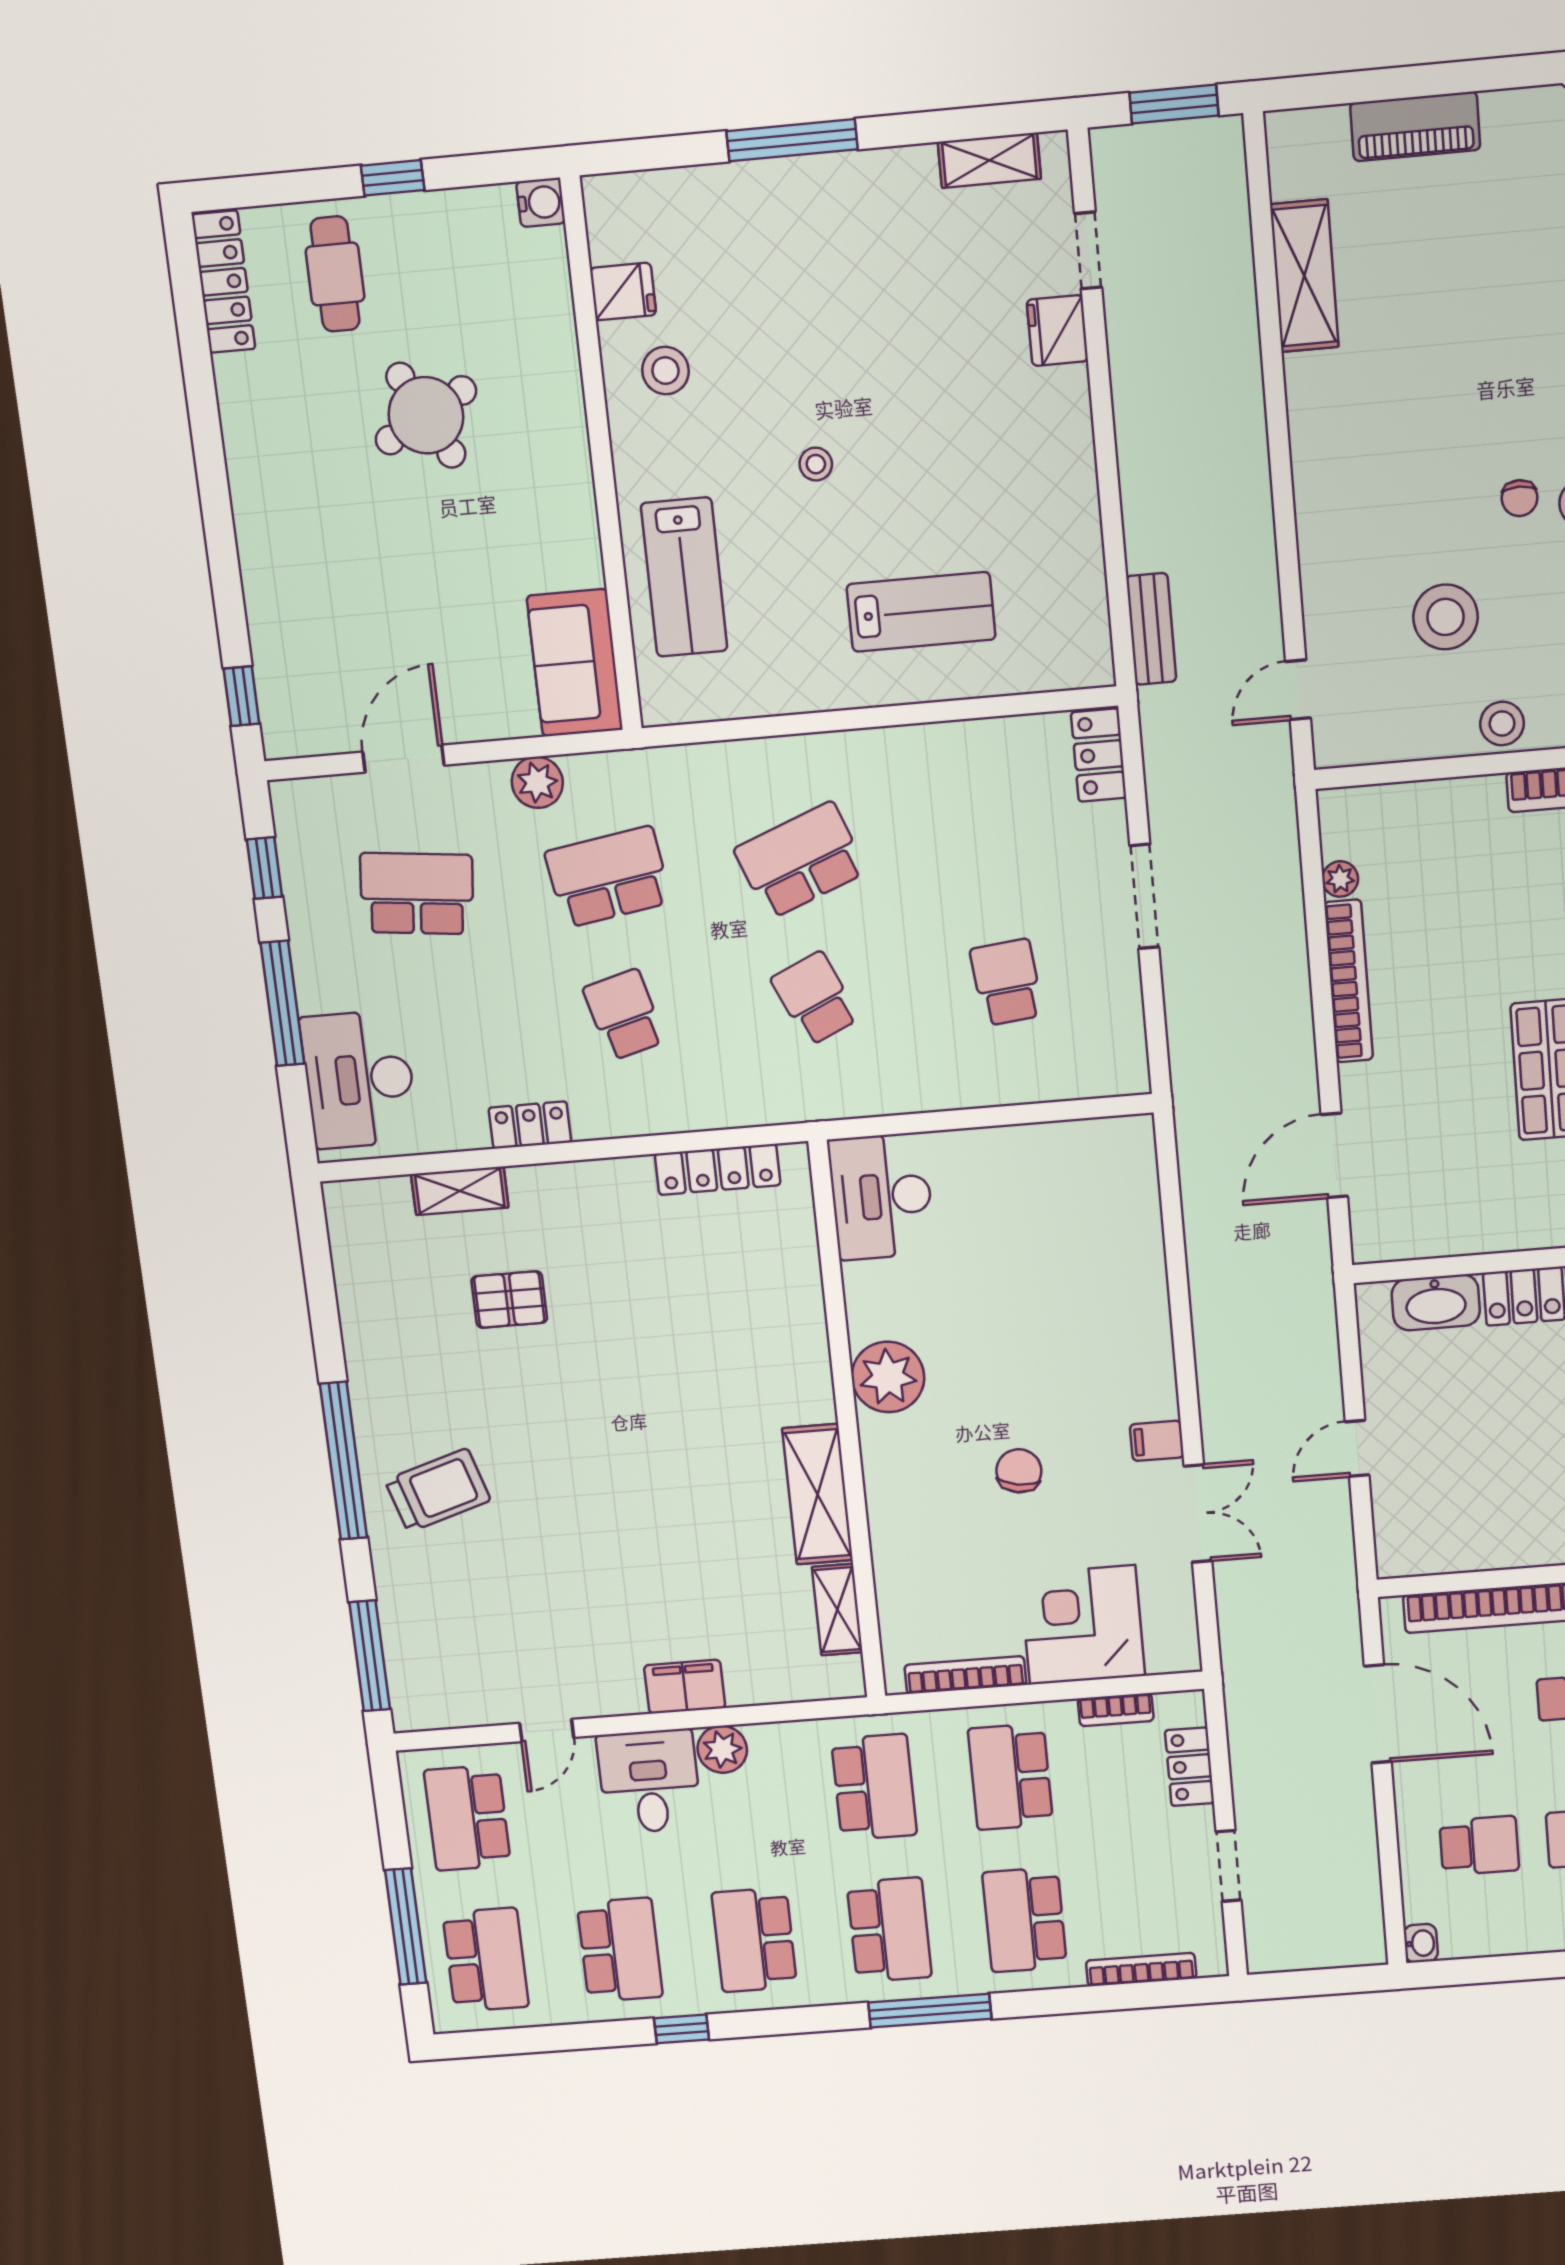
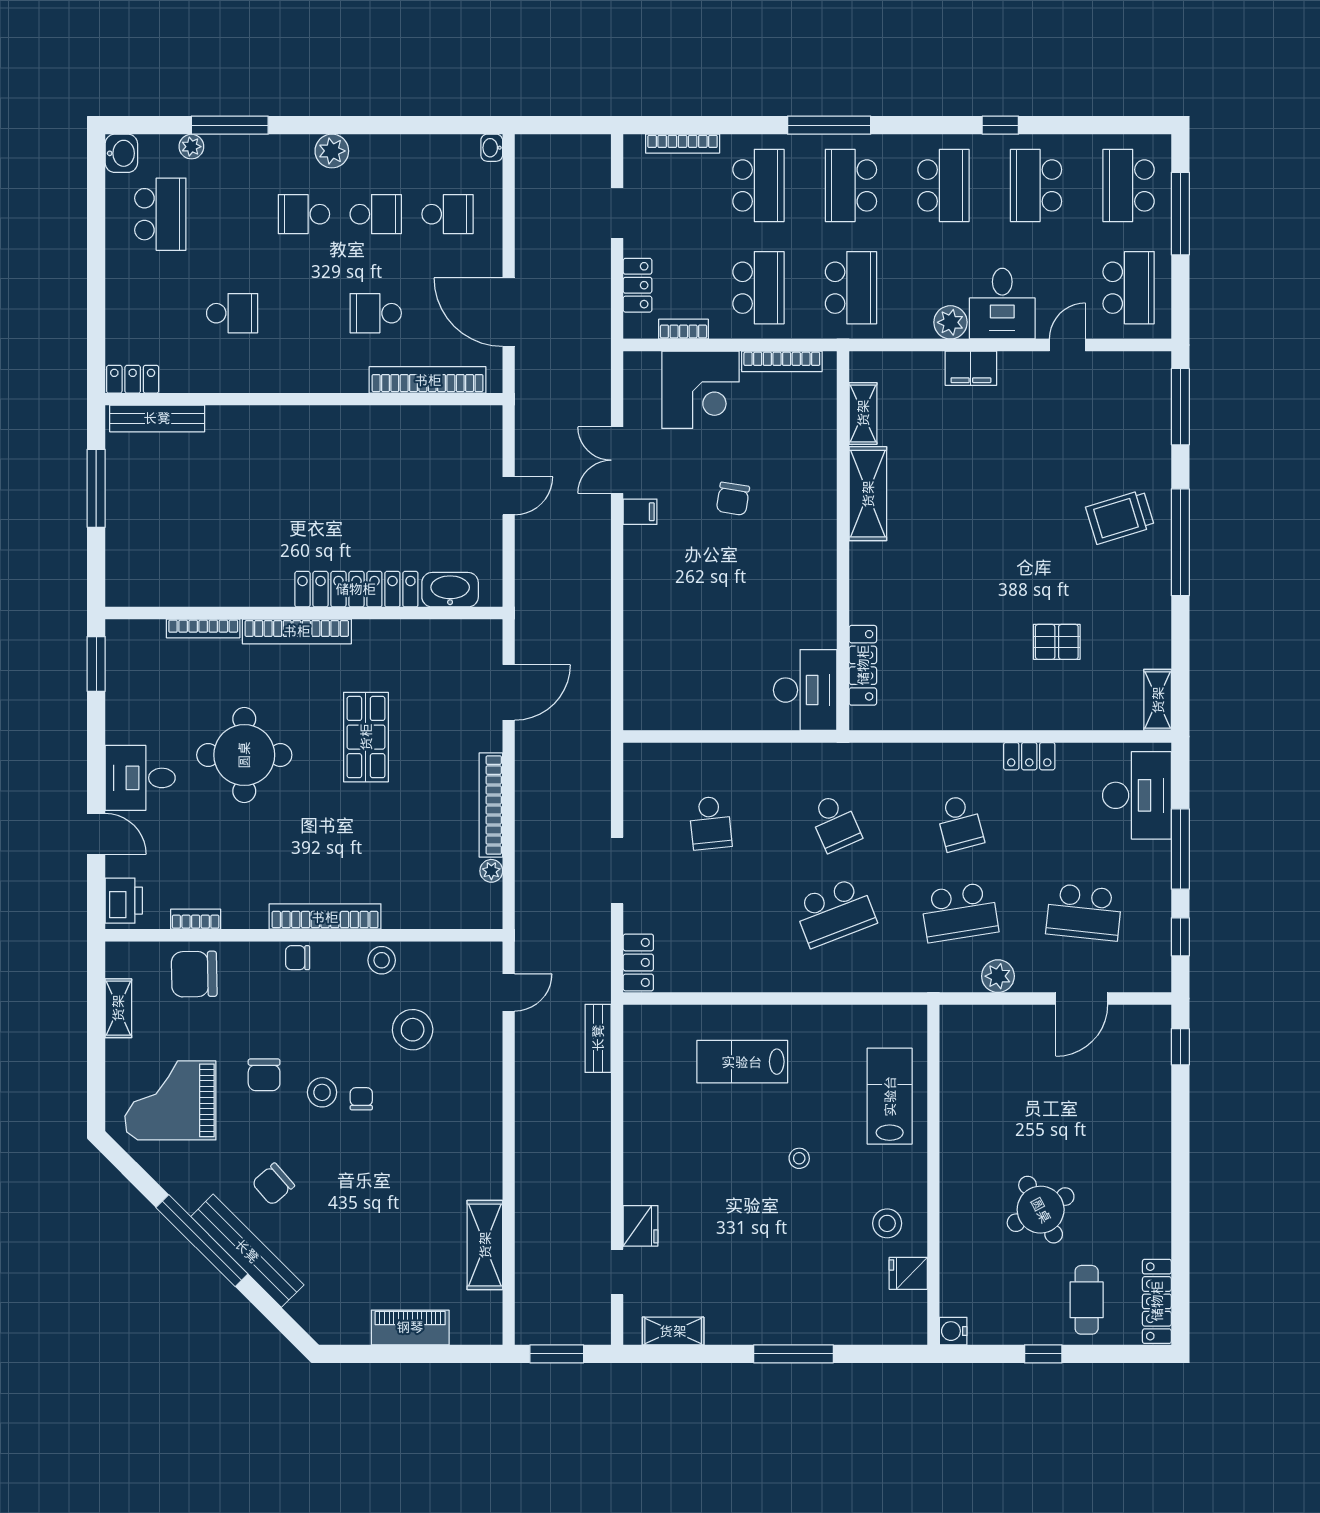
sofa: (575, 663) -> (965, 1049), removed
locker: (718, 1169) -> (863, 665), moved, turned 90
shelving: (460, 1191) -> (1158, 700), moved, turned 90
plant: (888, 1377) -> (813, 569), removed
school desk: (874, 1787) -> (851, 288), turned 180
school desk: (1479, 1846) -> (448, 214), turned 180

